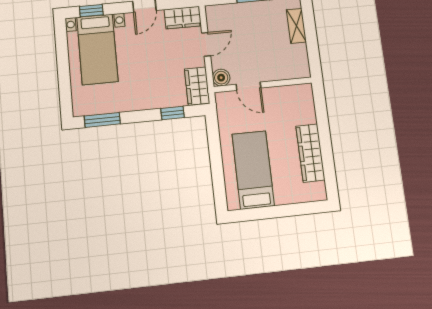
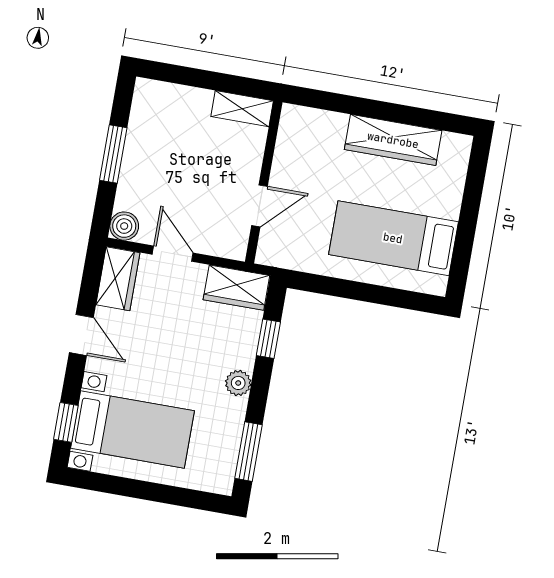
shelving: (296, 26) -> (242, 109), moved
boiler: (221, 78) -> (124, 226), moved
plant: (141, 103) -> (238, 383), added

